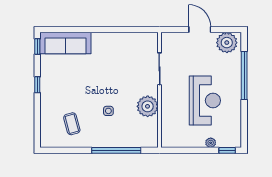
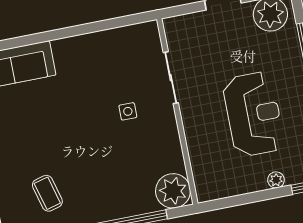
plant: (148, 106) -> (173, 191), moved
side table: (108, 111) -> (128, 111), moved

